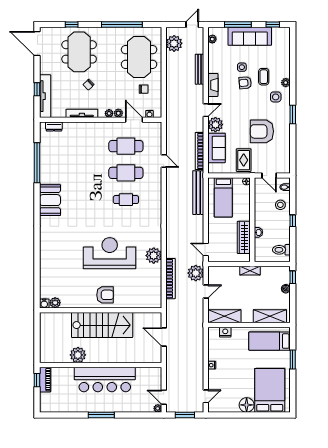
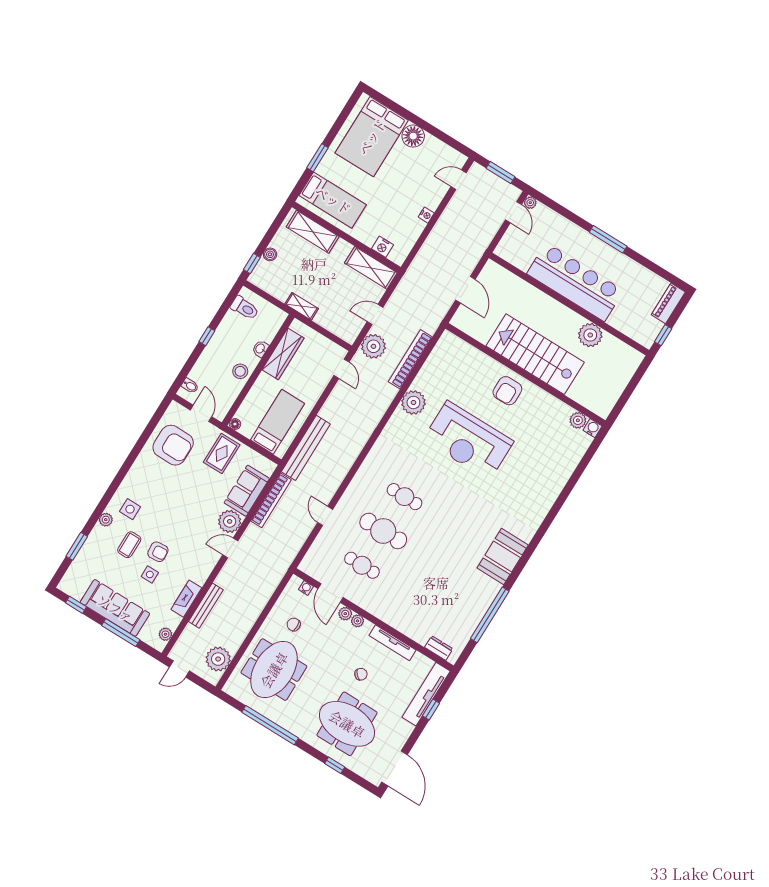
meeting table: (79, 52) -> (347, 724), turned 90
fireplace: (213, 85) -> (186, 599), moved
window: (293, 115) -> (77, 546), moved
armchair: (262, 131) -> (173, 445), moved
cafe table: (126, 146) -> (362, 565), width x0.73, depth x0.74
stool: (280, 205) -> (240, 371), moved
armchair: (105, 295) -> (507, 391), turned -90
piano: (45, 380) -> (668, 303), moved

